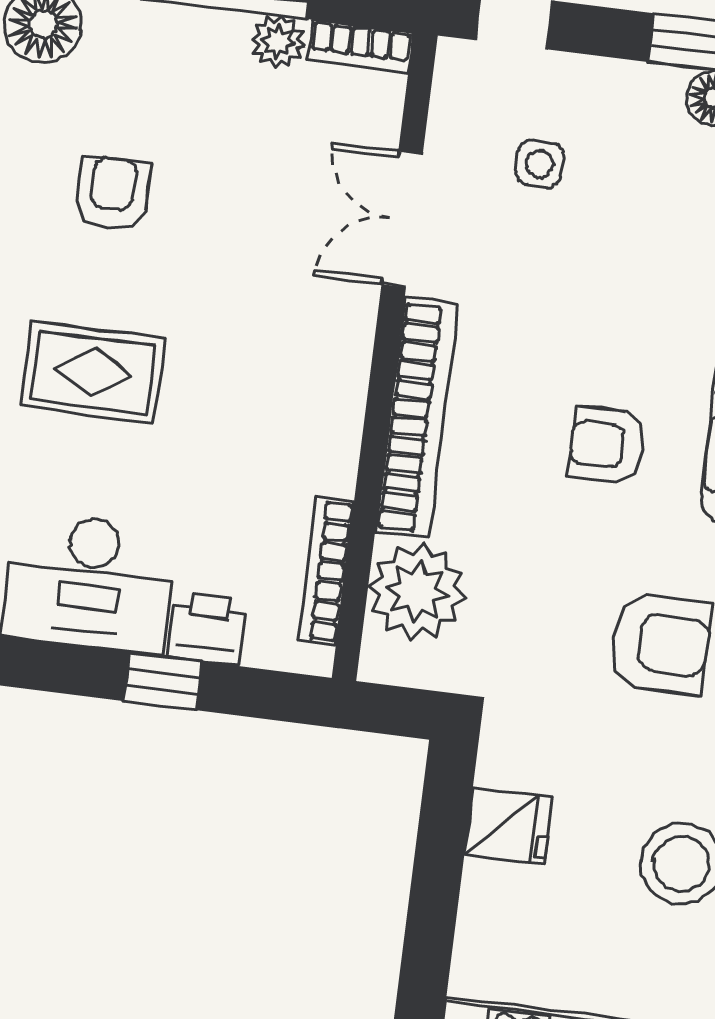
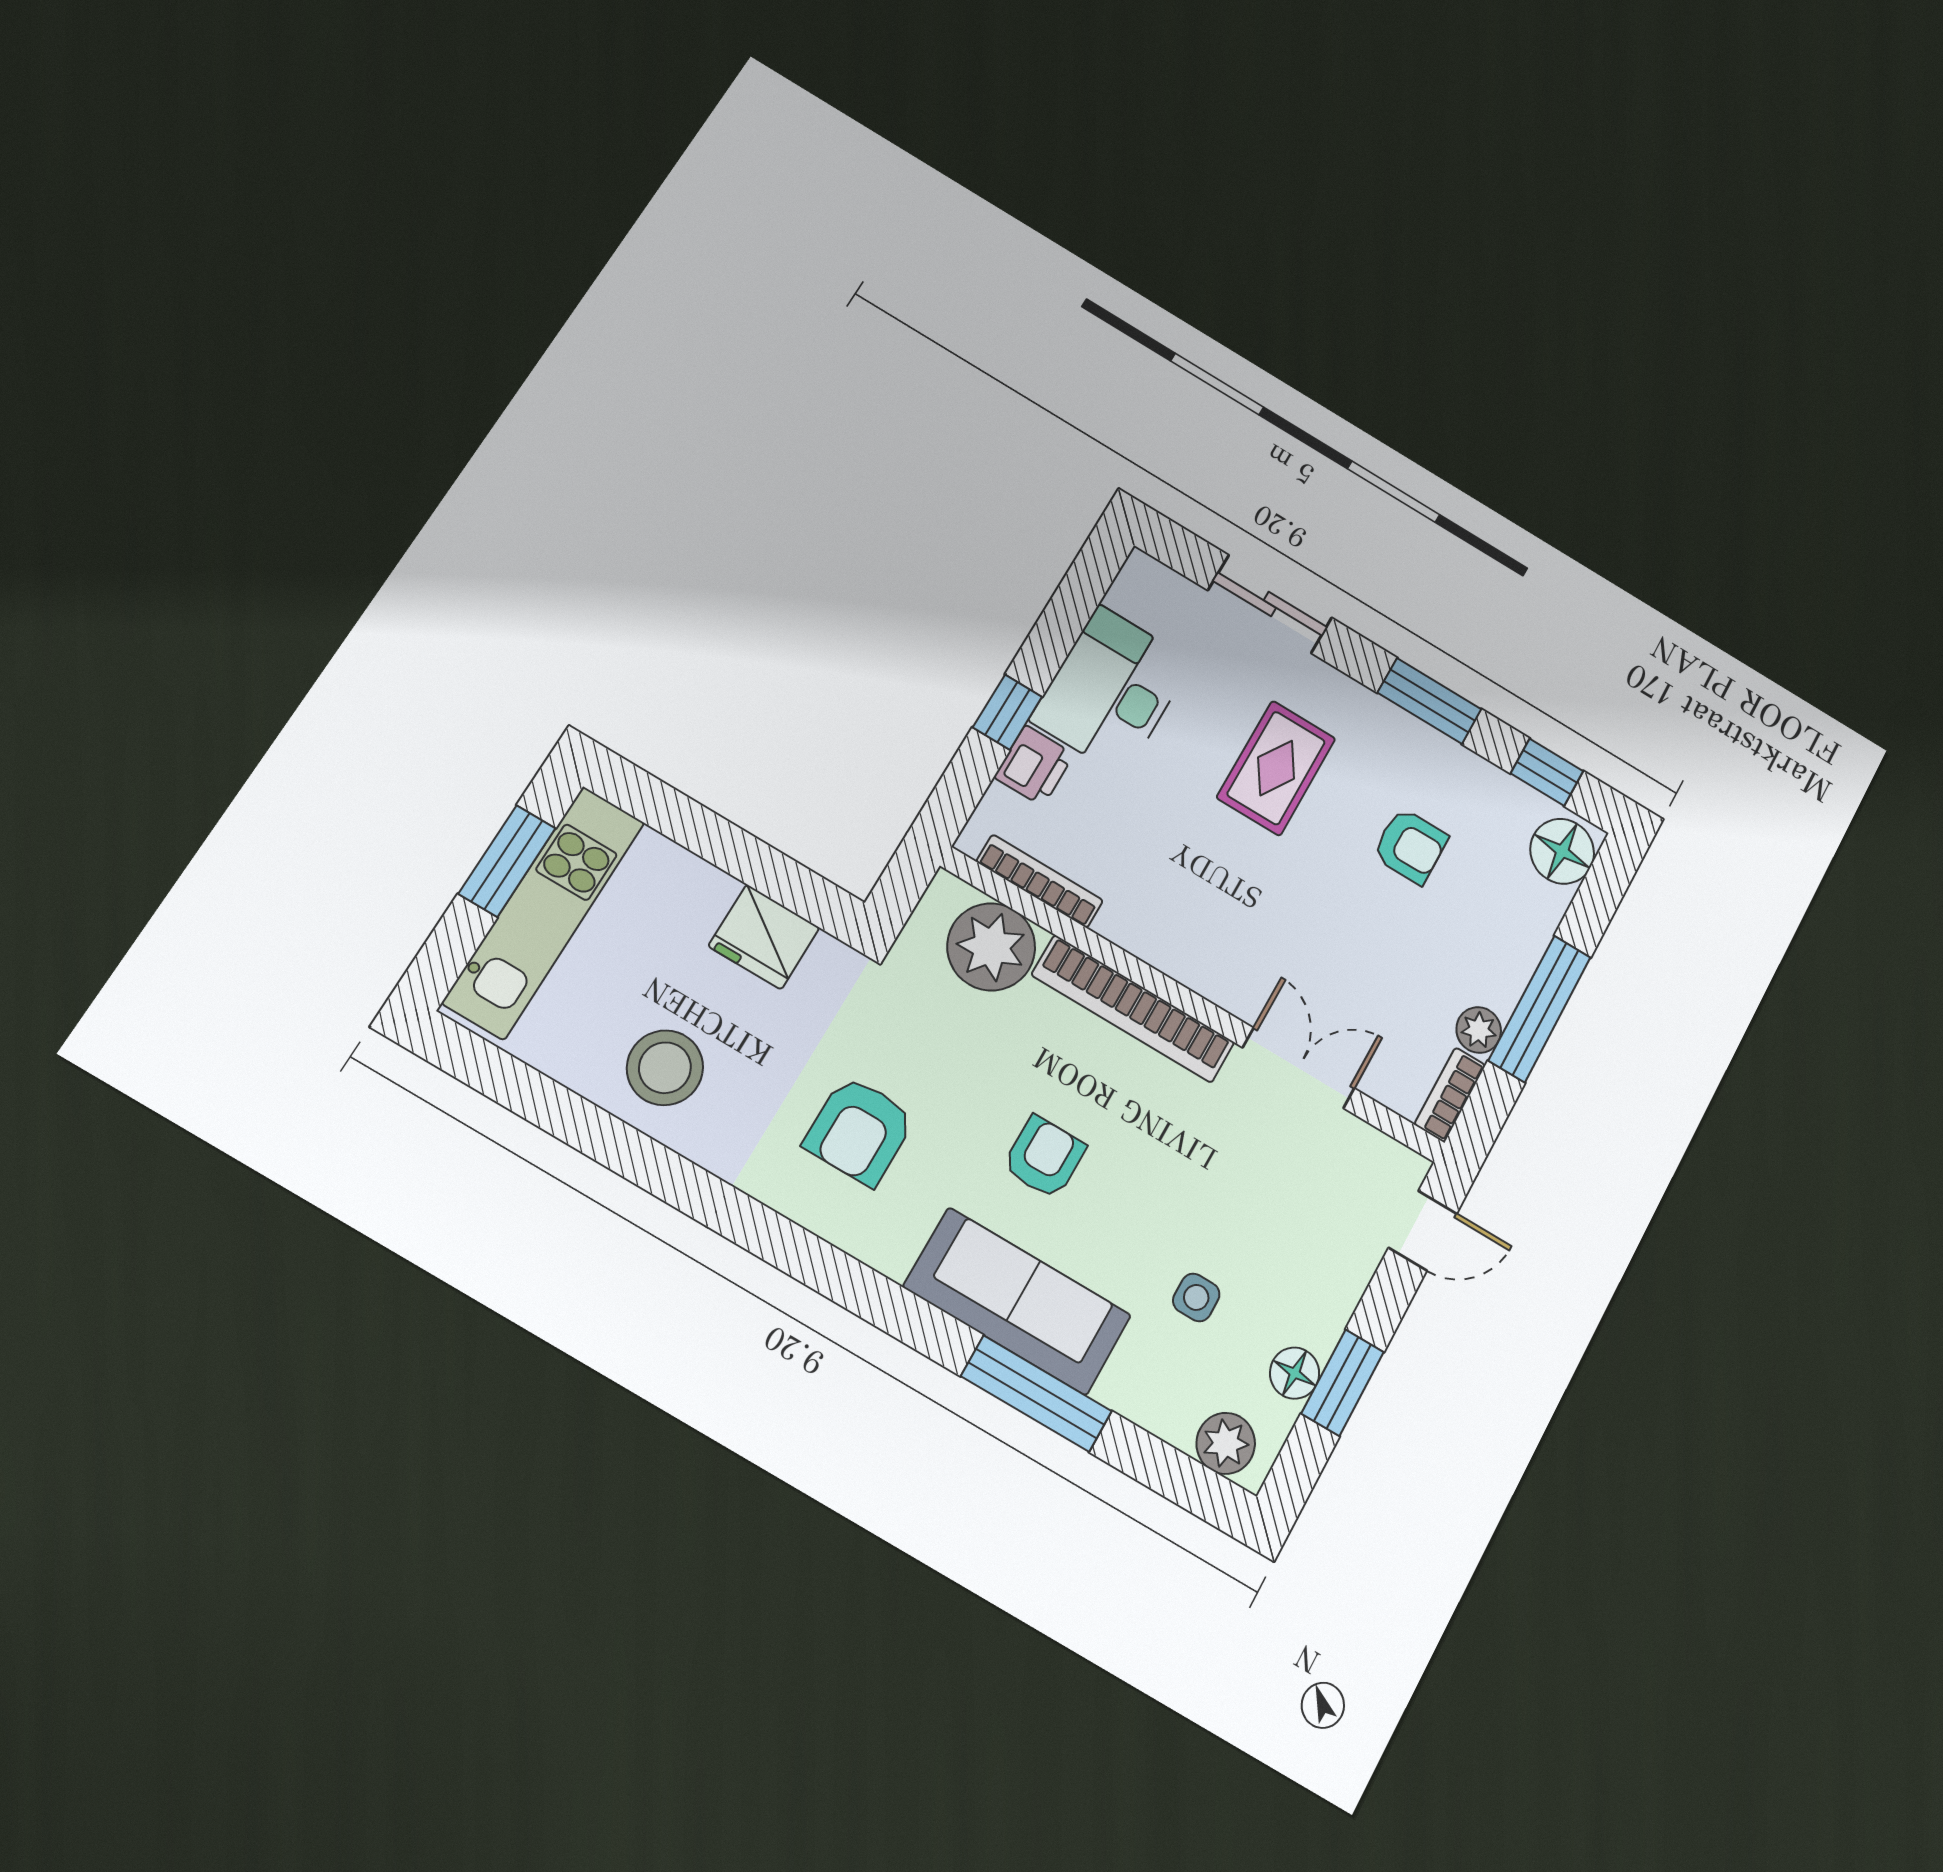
side table: (540, 164) -> (1196, 1297), moved
fridge: (509, 826) -> (764, 937), width x1.38

